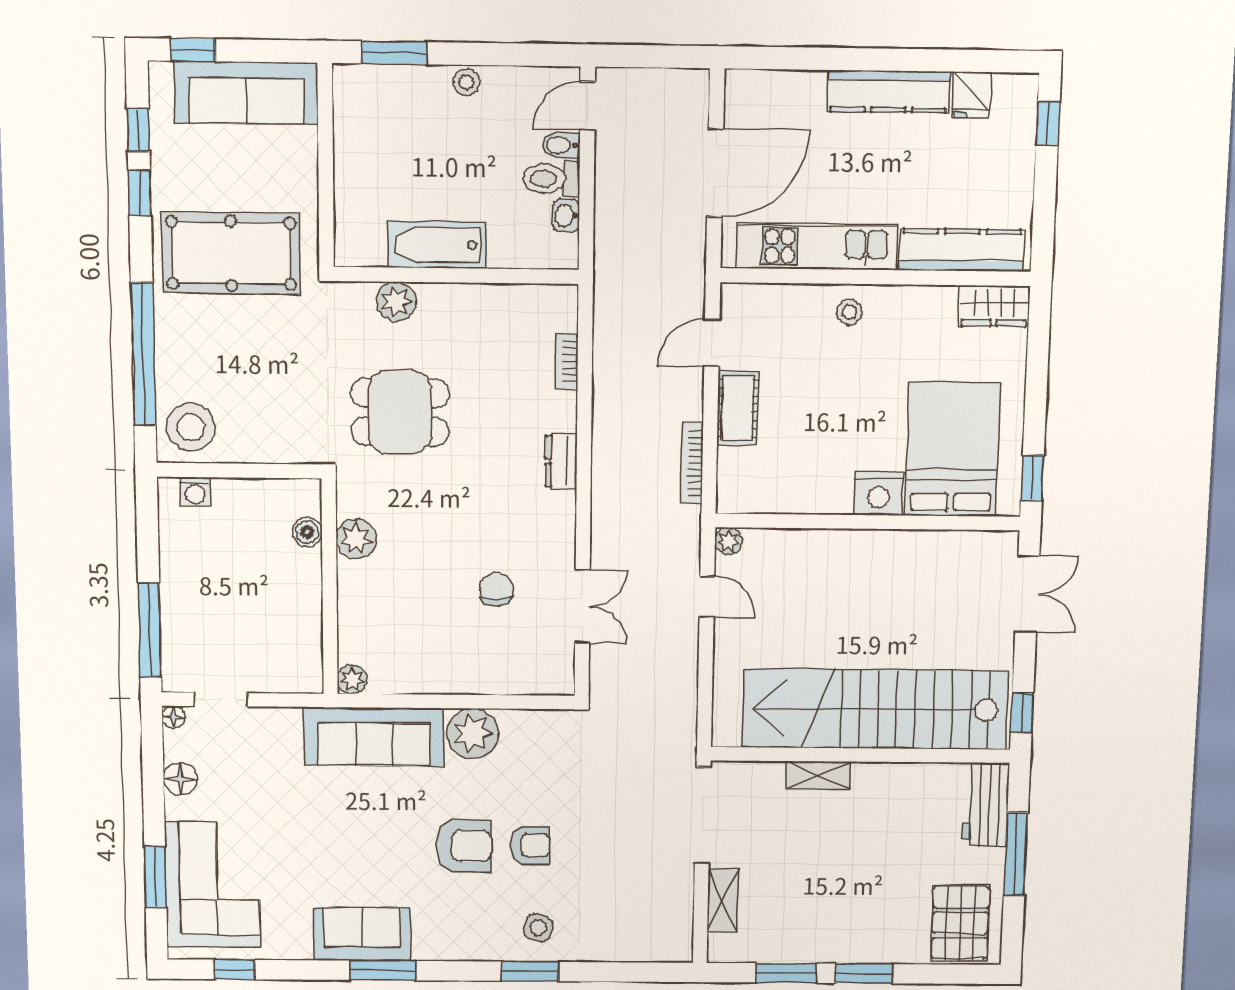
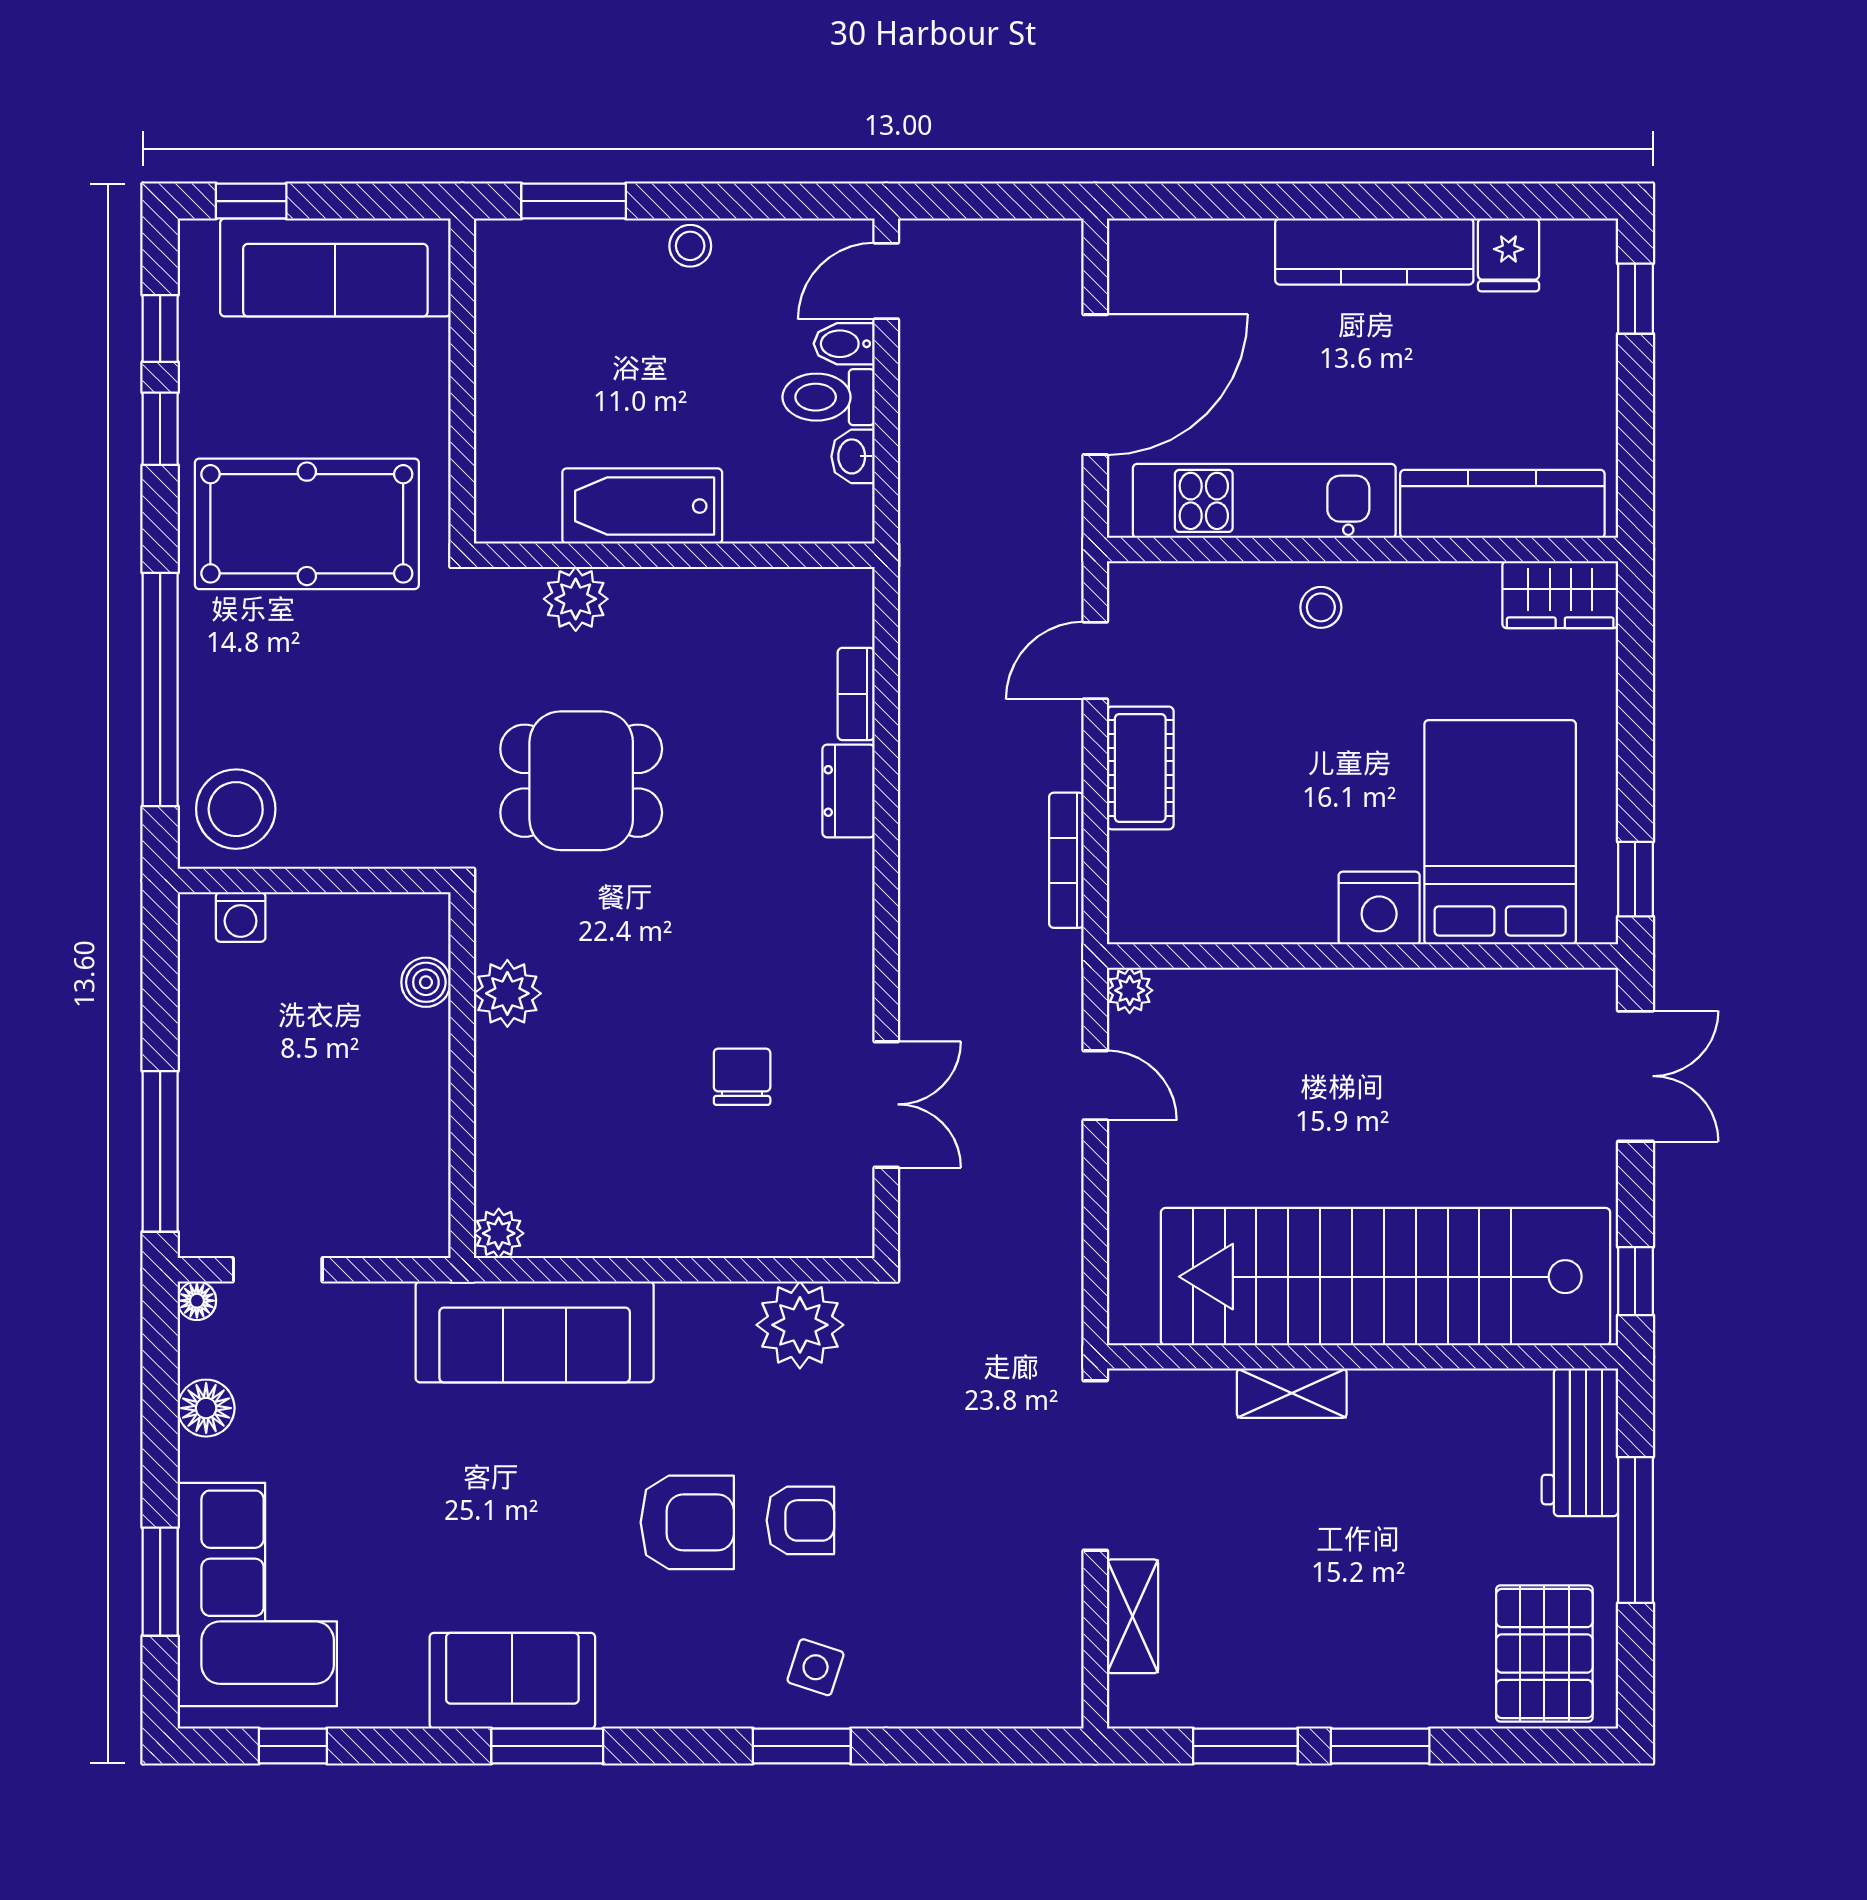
dresser: (561, 461) -> (849, 791), moved
plant: (472, 733) -> (800, 1325), moved

